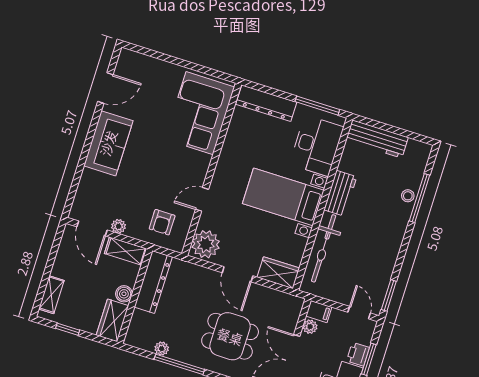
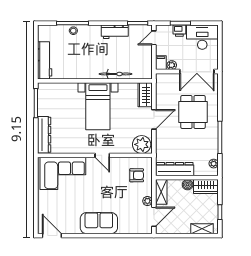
door: (105, 88) -> (52, 236), moved
desk: (317, 146) -> (60, 96), removed
workbench: (340, 193) -> (115, 32), moved, turned 180
door: (202, 199) -> (102, 155), moved
bicycle: (324, 248) -> (115, 74), width x0.73, depth x0.71
plant: (162, 349) -> (214, 164), moved

